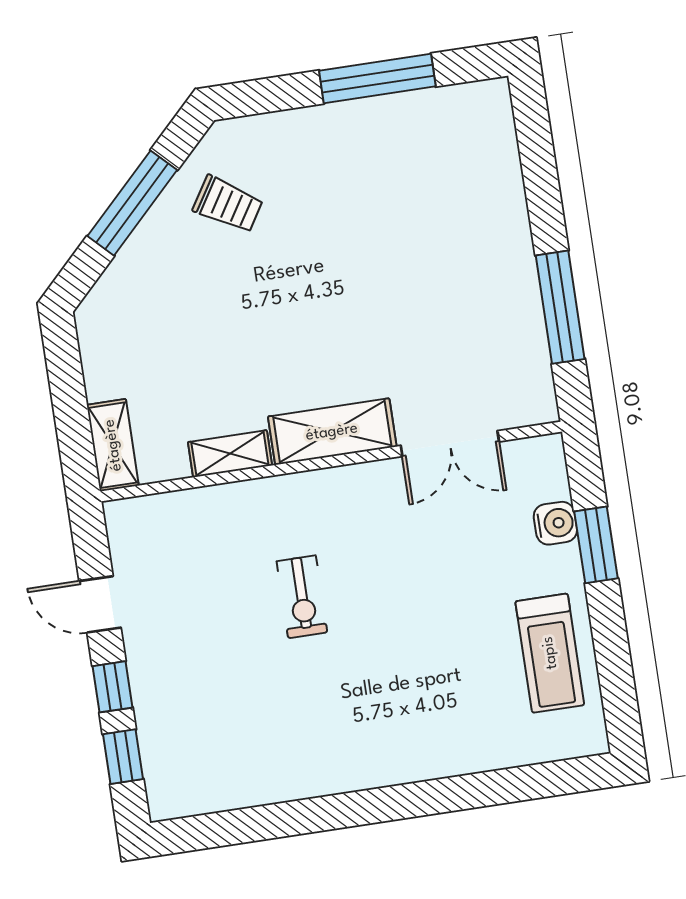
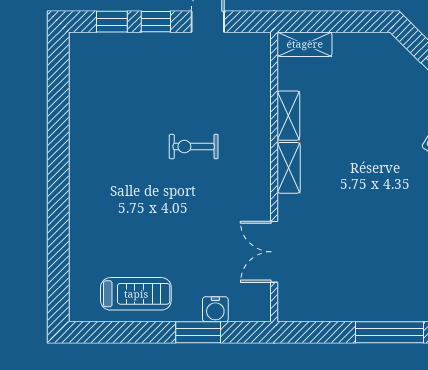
window: (560, 307) -> (390, 332), moved
shelving: (332, 432) -> (289, 168), width x0.67, depth x0.75
treadmill: (550, 653) -> (136, 294), turned 180

